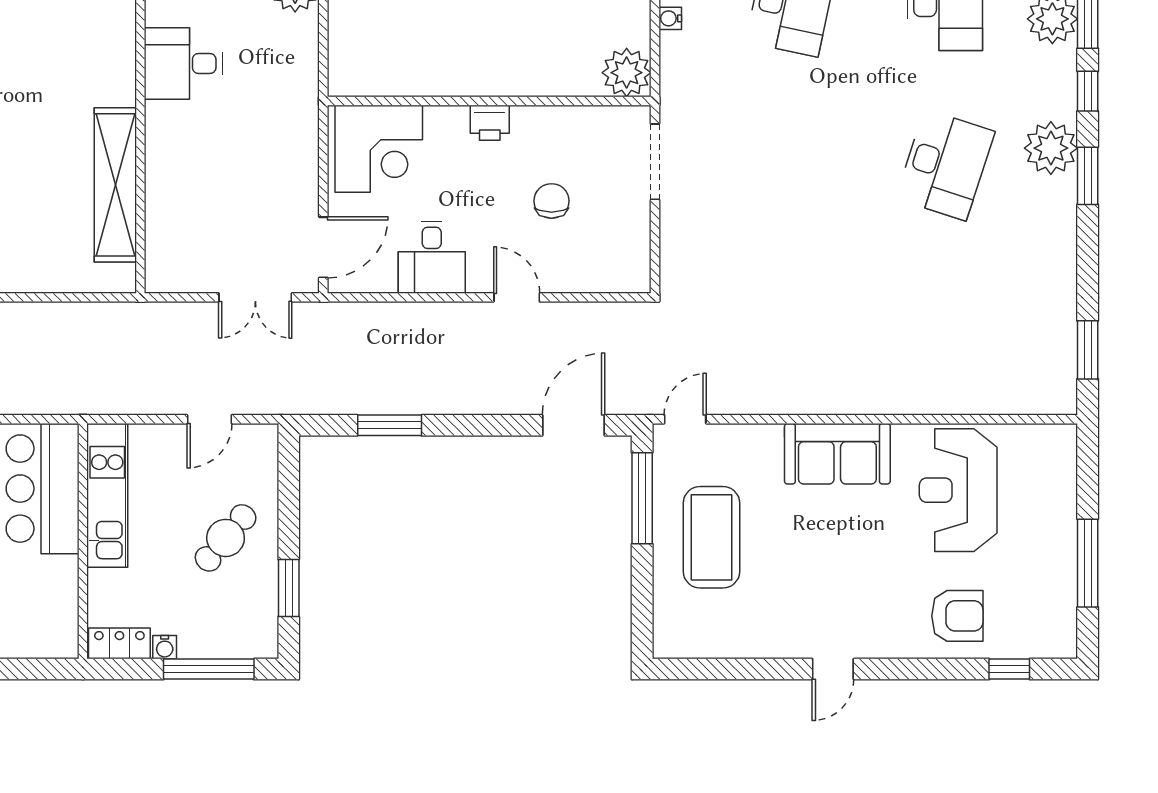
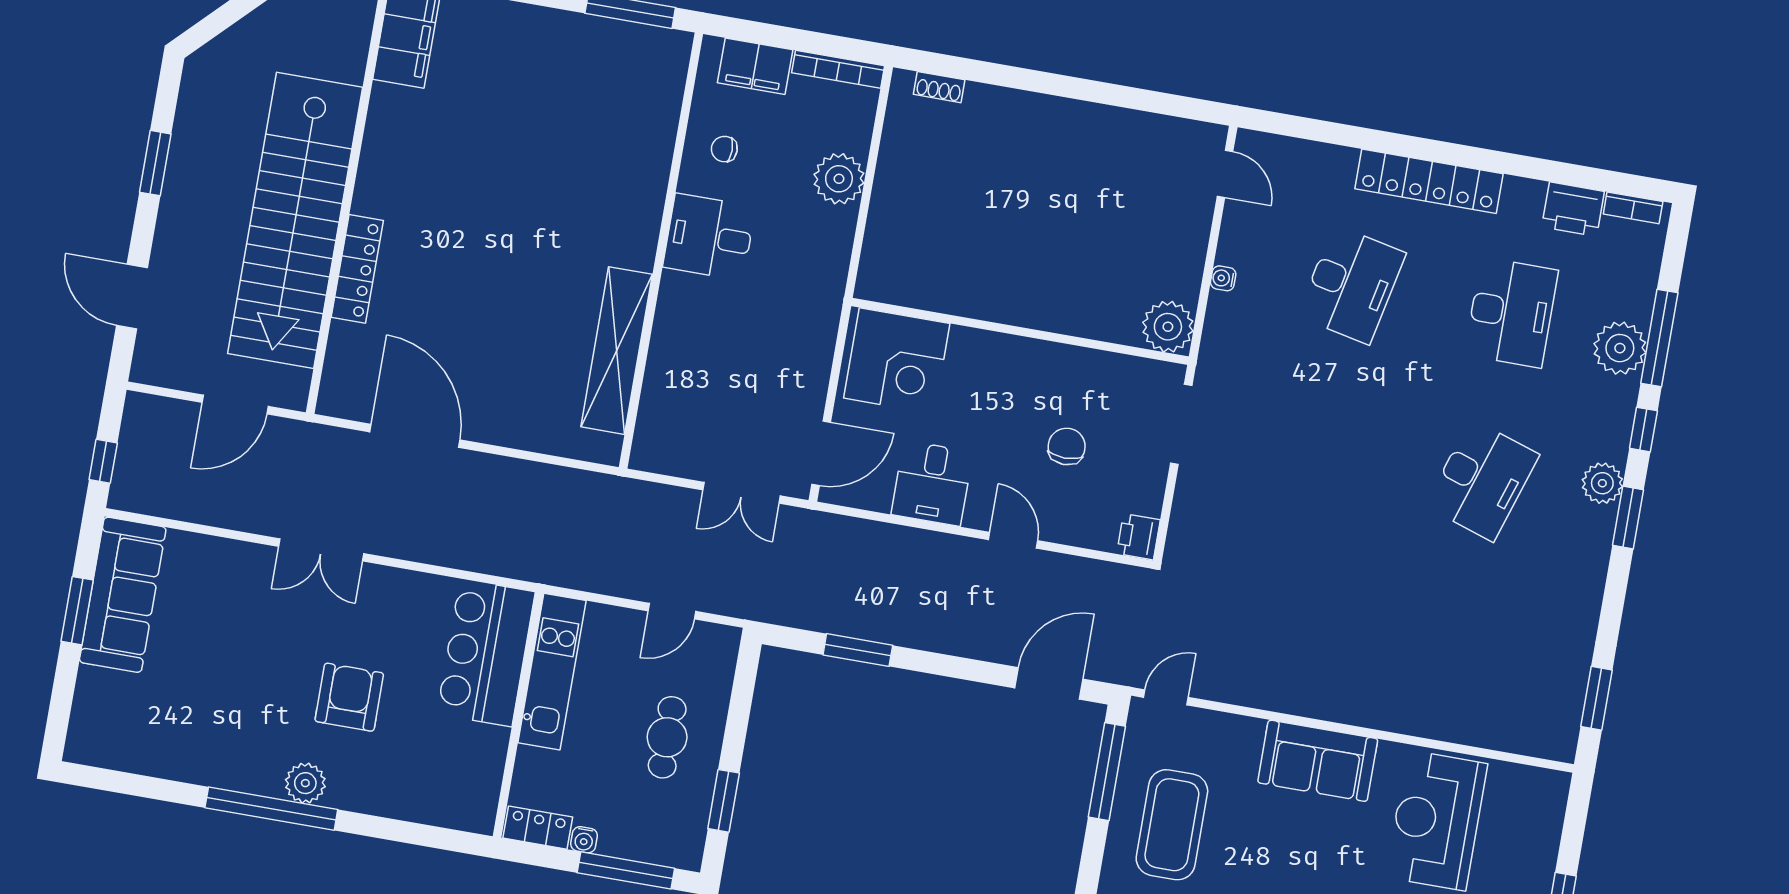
printer: (490, 123) -> (1138, 537), moved, turned 90
plant: (1051, 148) -> (1602, 483), width x0.73, depth x0.73
cafe table: (226, 538) -> (667, 737), turned -40

